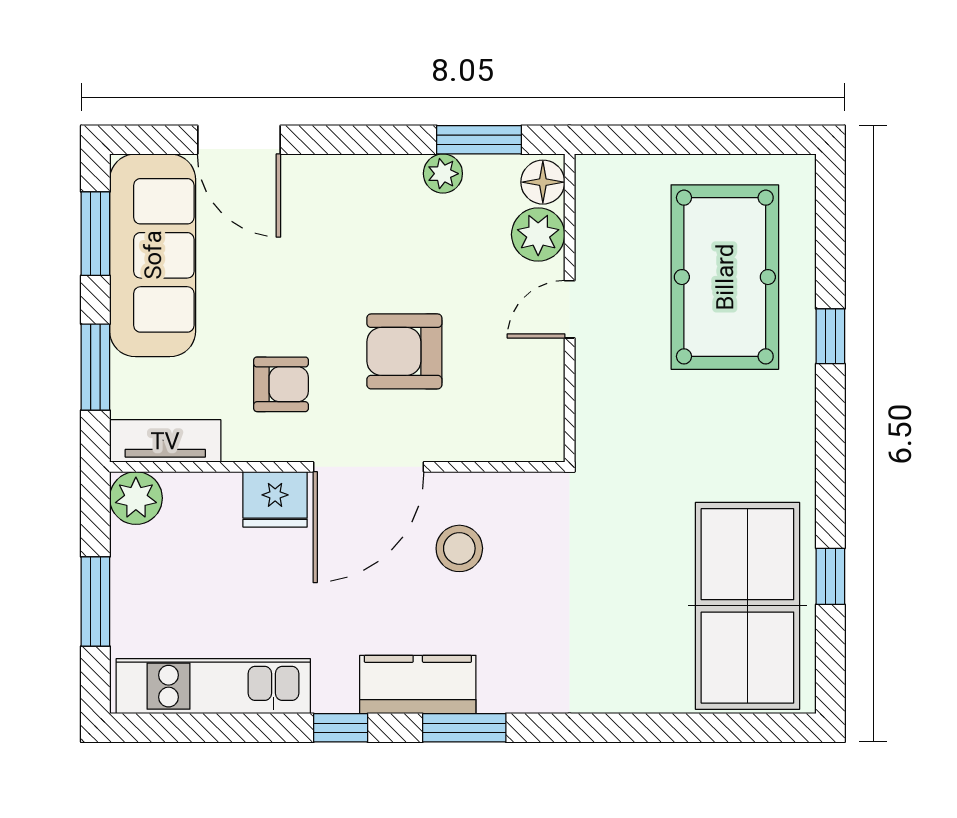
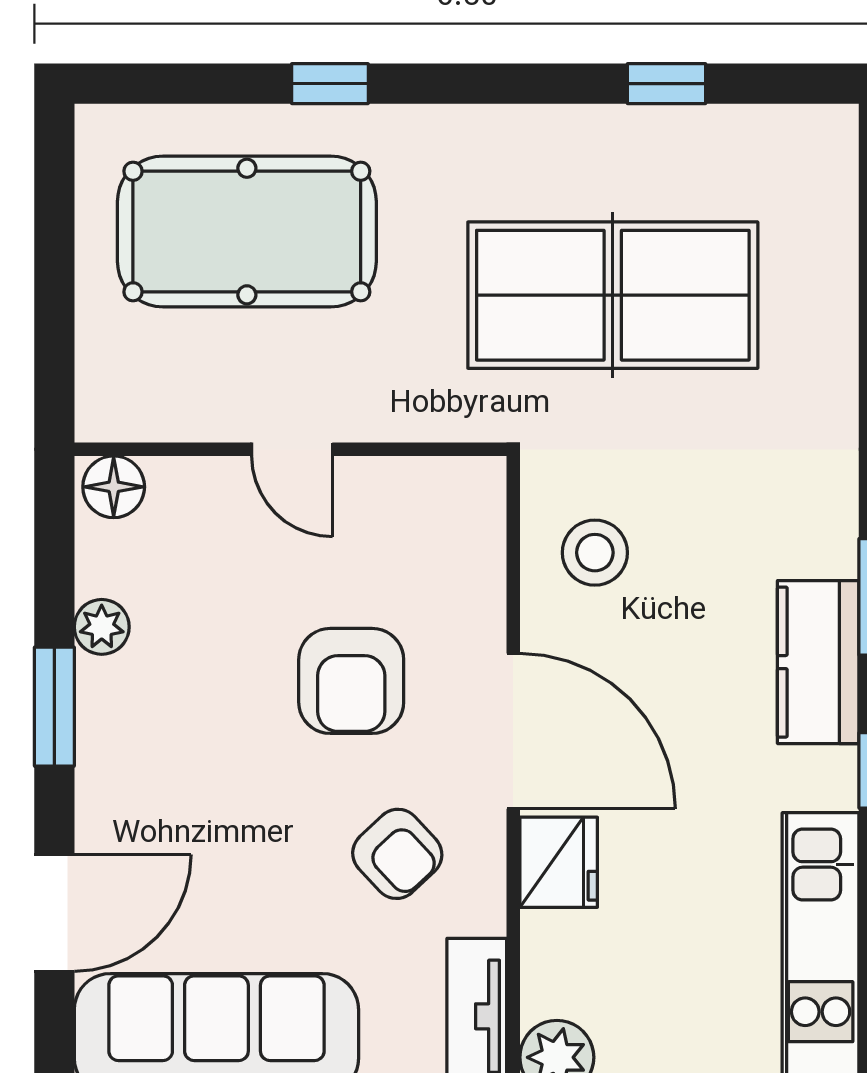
window: (479, 140) -> (54, 707), moved
plant: (538, 234) -> (187, 493), removed
armchair: (281, 384) -> (397, 854), turned 137
stool: (459, 548) -> (595, 553), moved
table tennis table: (747, 606) -> (613, 295), moved

